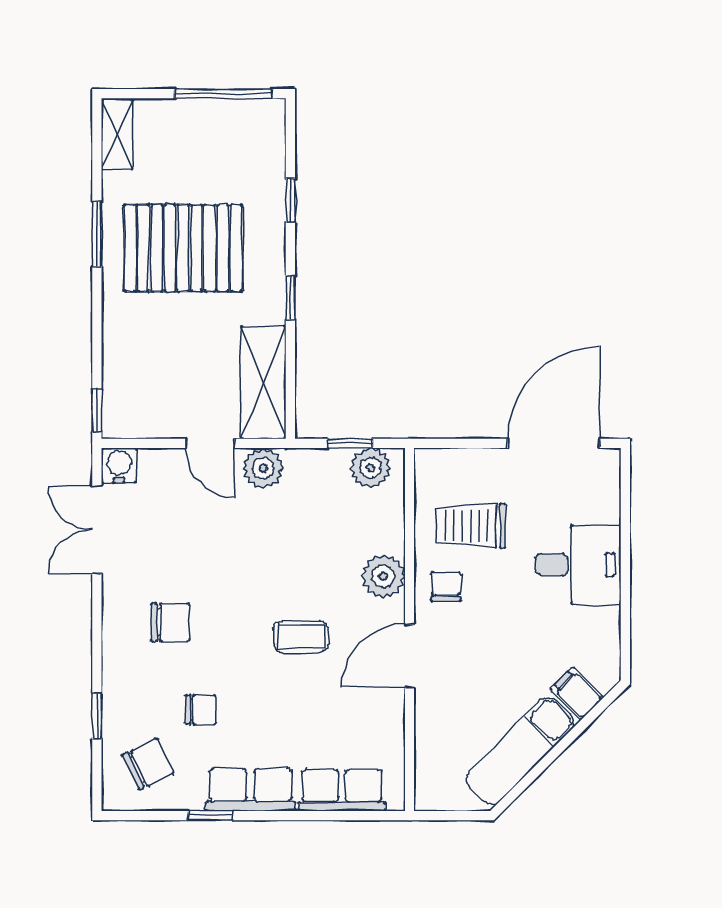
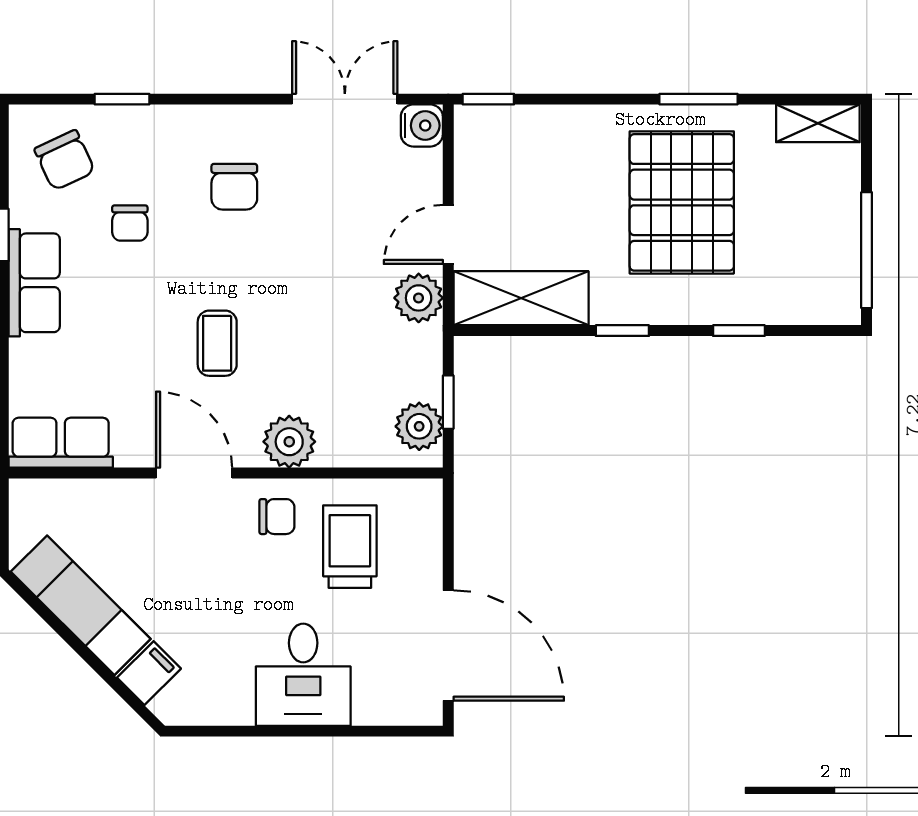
row of seats: (342, 790) -> (61, 443), moved, turned -90

